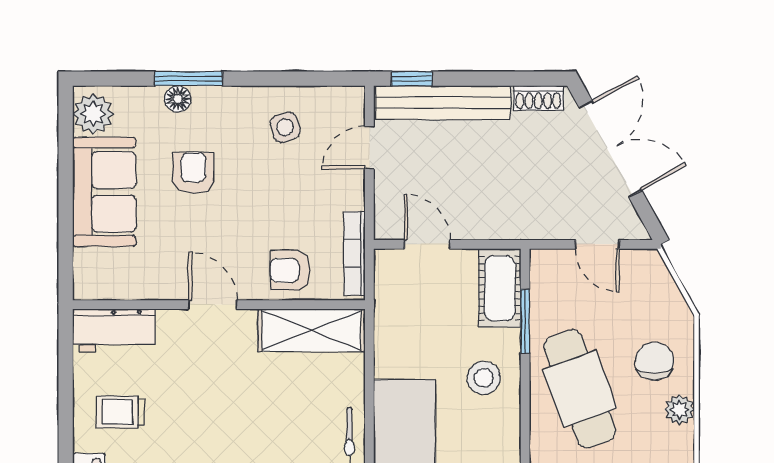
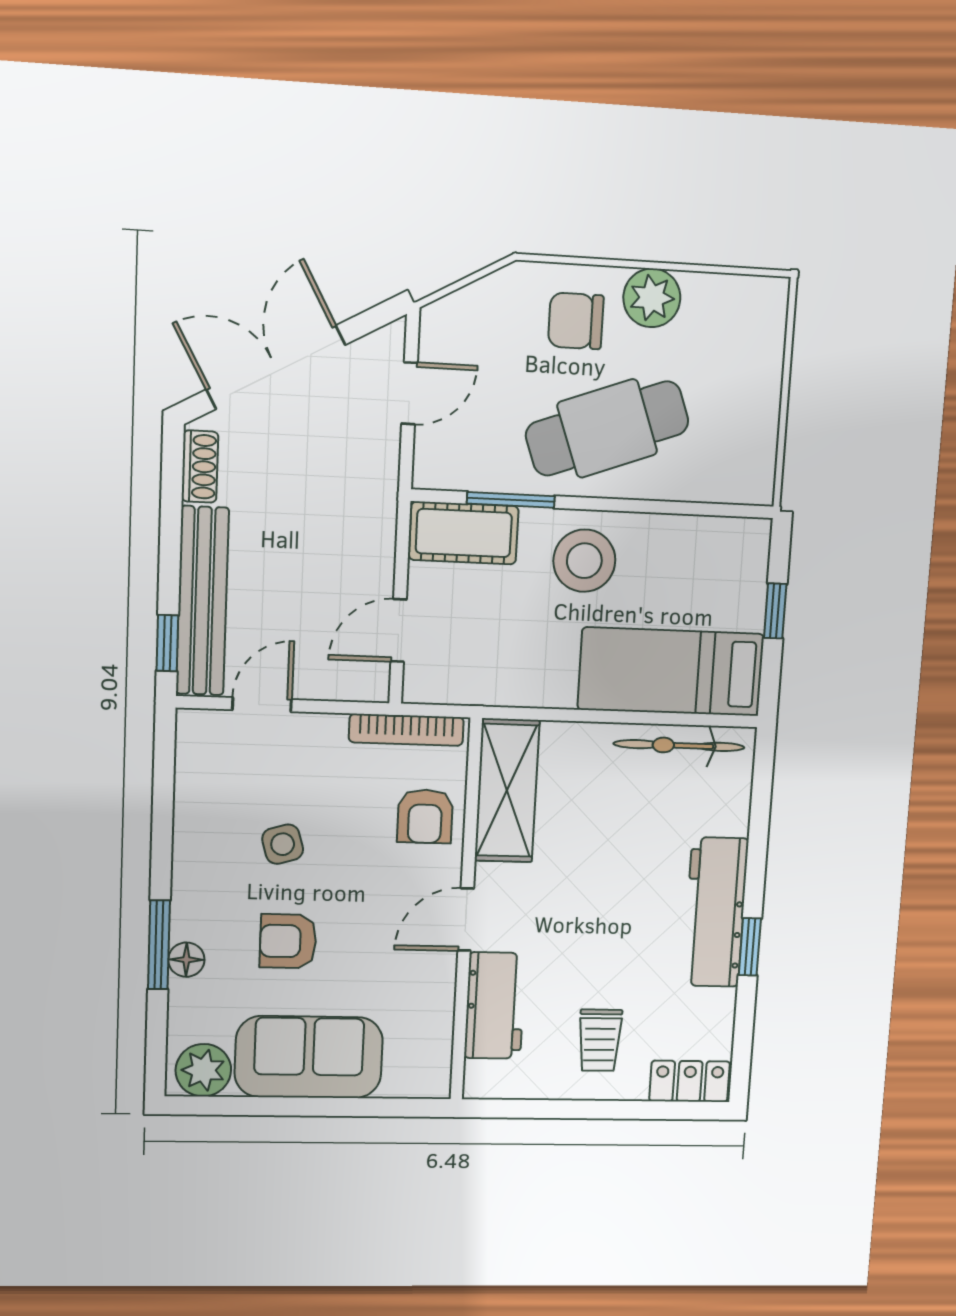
side table: (285, 127) -> (283, 844), moved
door: (369, 148) -> (262, 705), swing flipped
workbench: (114, 330) -> (495, 1006), moved
stool: (484, 378) -> (584, 561), width x1.38, depth x1.38
plant: (679, 410) -> (652, 298), width x1.38, depth x1.38

